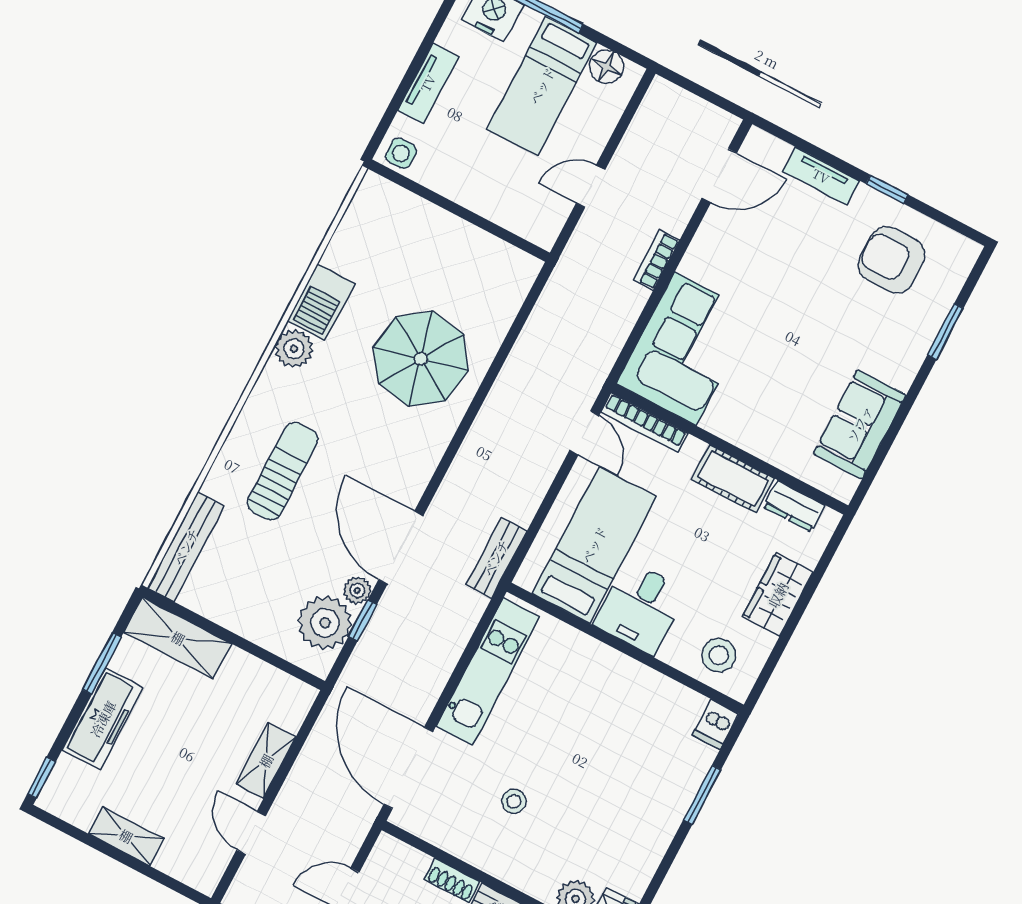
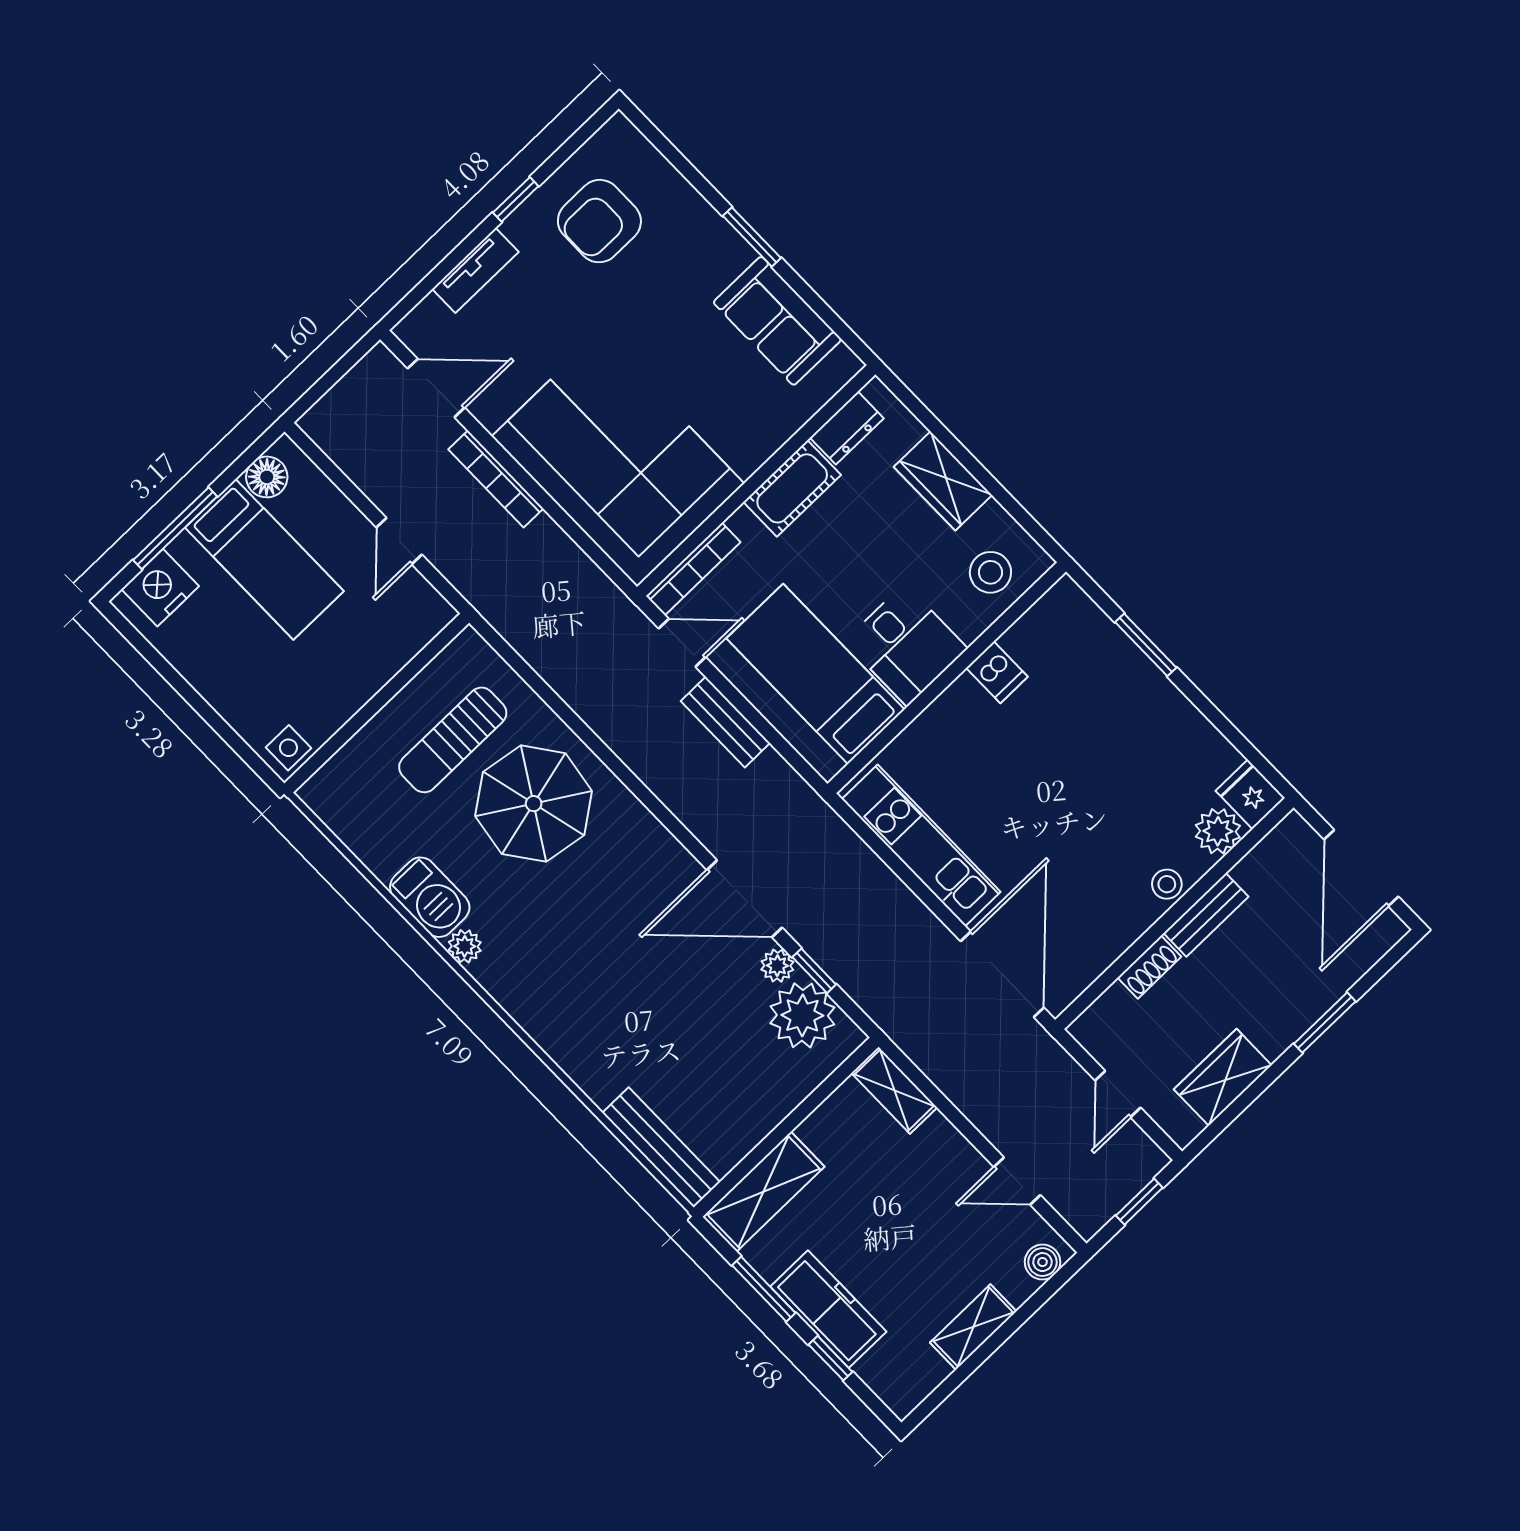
tv unit: (428, 83) -> (218, 689), removed
door: (719, 176) -> (436, 388), hinge flipped
bookcase: (656, 260) -> (496, 479), width x1.56
window: (945, 332) -> (752, 237), moved
plant: (294, 349) -> (465, 946), width x0.73, depth x0.73
corner sofa: (685, 349) -> (618, 460), width x1.36, depth x1.36
sun lounger: (283, 471) -> (453, 740), moved, turned -90
bench: (496, 558) -> (725, 722), moved
dishwasher: (716, 724) -> (997, 672), moved
shelving: (266, 761) -> (894, 1090), moved
door: (408, 768) -> (1002, 974), swing flipped
window: (41, 778) -> (830, 1358), moved
stool: (514, 801) -> (1167, 884), moved
boiler: (195, 873) -> (1043, 1262), added

